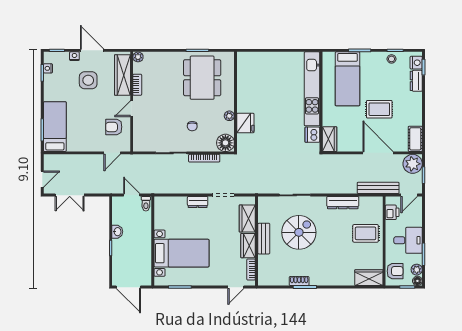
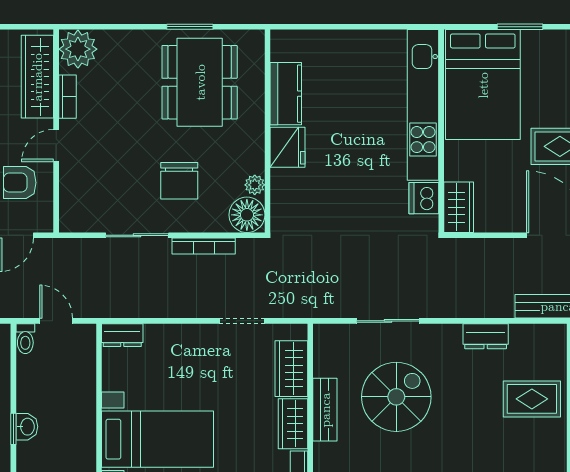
plant: (138, 57) -> (78, 49), width x1.88, depth x1.88
bed: (347, 79) -> (483, 85), width x1.50
kitchen counter: (245, 83) -> (286, 94), added
plant: (229, 116) -> (255, 185), moved
fridge: (245, 123) -> (288, 147), moved
chair: (192, 126) -> (179, 181), width x1.87, depth x1.87
dresser: (198, 202) -> (122, 335), moved
dresser: (343, 203) -> (486, 336), width x0.70
toilet: (146, 204) -> (25, 339), moved
washbasin: (117, 232) -> (27, 427), moved

